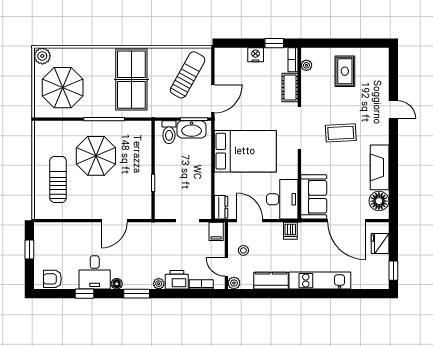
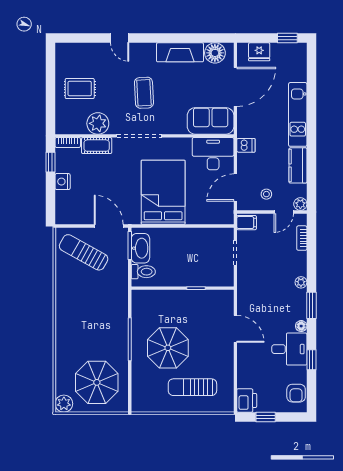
plant: (306, 65) -> (98, 123), moved, width x1.87, depth x1.87
table tennis table: (131, 80) -> (88, 311), removed
door: (393, 110) -> (120, 38), swing flipped
dresser: (221, 207) -> (221, 217), removed
printer: (177, 280) -> (247, 400), moved, turned 180

